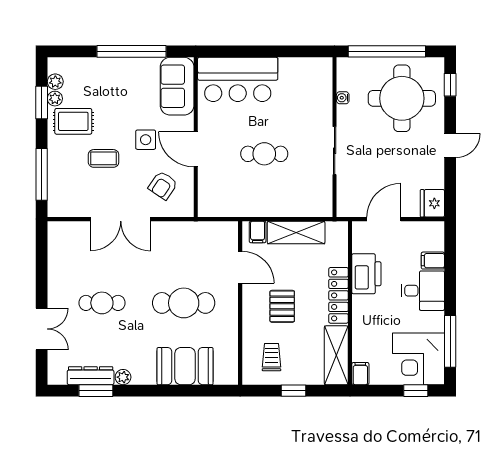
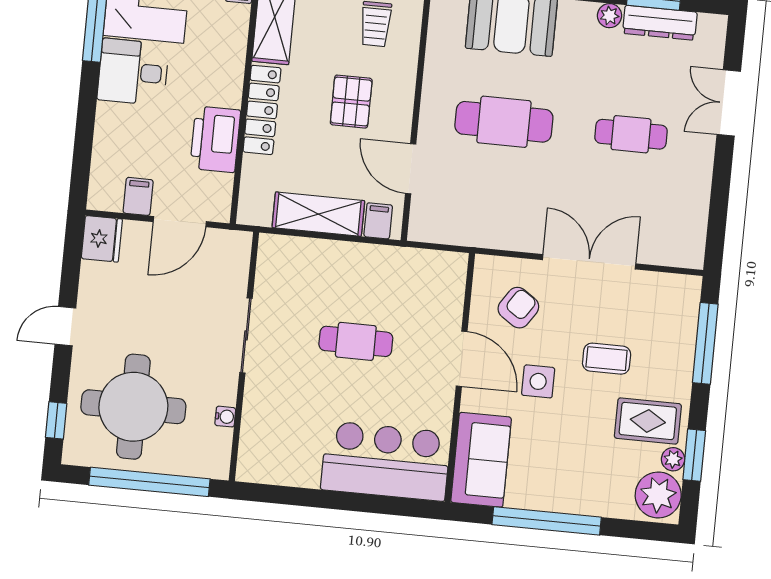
plant: (55, 82) -> (658, 495), width x1.88, depth x1.88
filing cabinet: (433, 261) -> (138, 196), moved, turned -90
desk: (423, 291) -> (133, 72), moved

